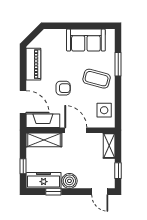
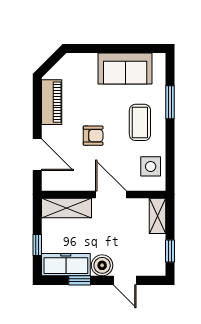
coffee table: (97, 79) -> (140, 122), turned 75
fireplace: (43, 121) -> (65, 181), removed
door: (100, 192) -> (125, 280), moved

